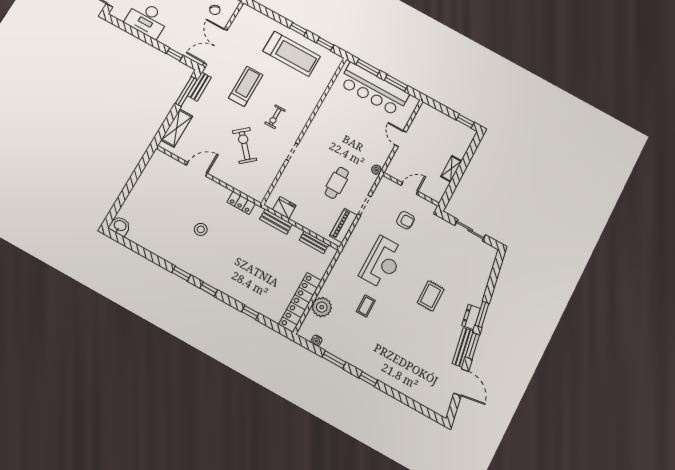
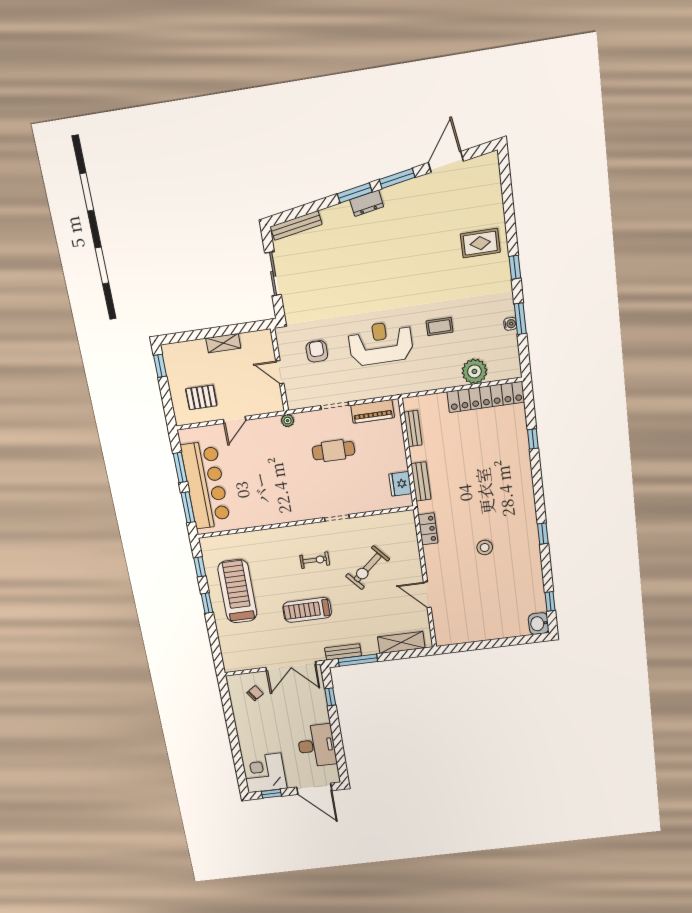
pallet: (429, 130) -> (201, 397), added
window: (209, 289) -> (550, 601), moved
rug: (431, 296) -> (480, 243), moved
water cooler: (317, 340) -> (510, 324), moved
bench: (463, 347) -> (296, 225), moved

